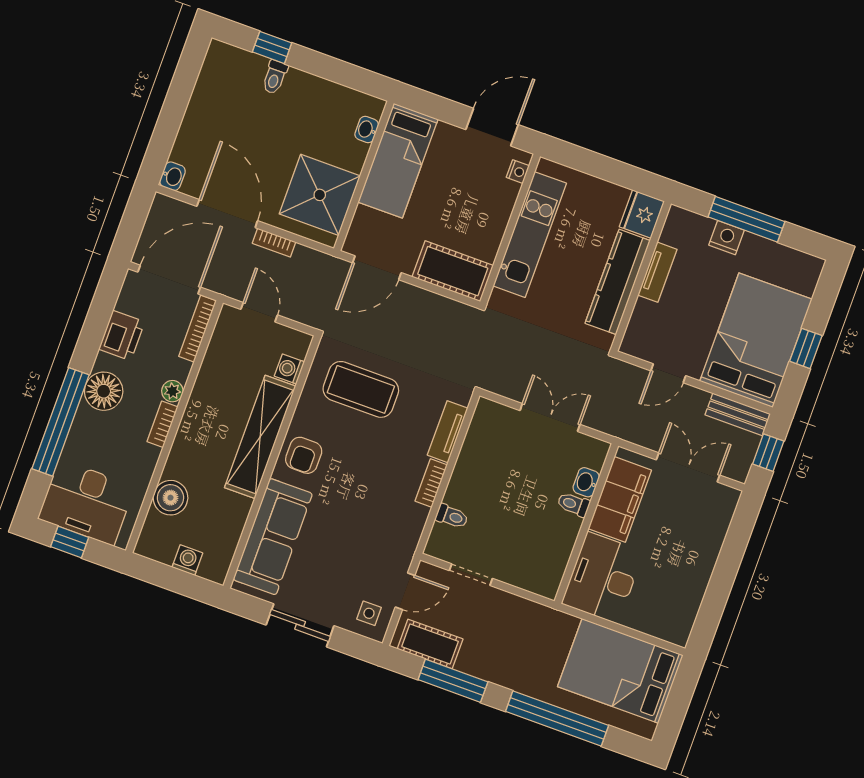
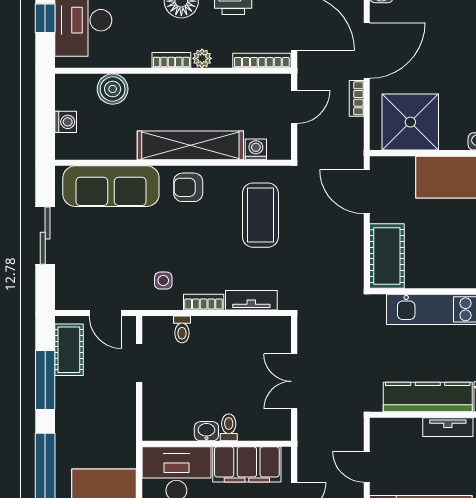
double door: (550, 417) -> (294, 381), swing flipped
washbasin: (586, 482) -> (206, 431), moved
side table: (369, 613) -> (163, 281), moved

